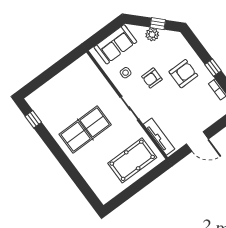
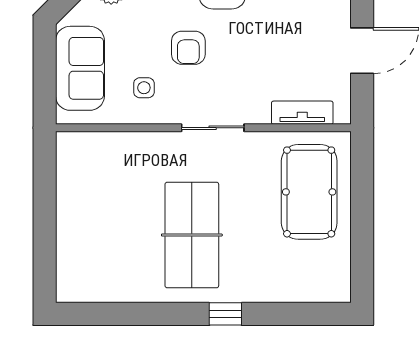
window: (33, 119) -> (225, 314), moved
tv unit: (159, 137) -> (302, 113), width x0.71

